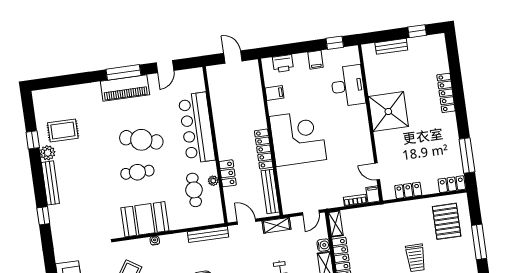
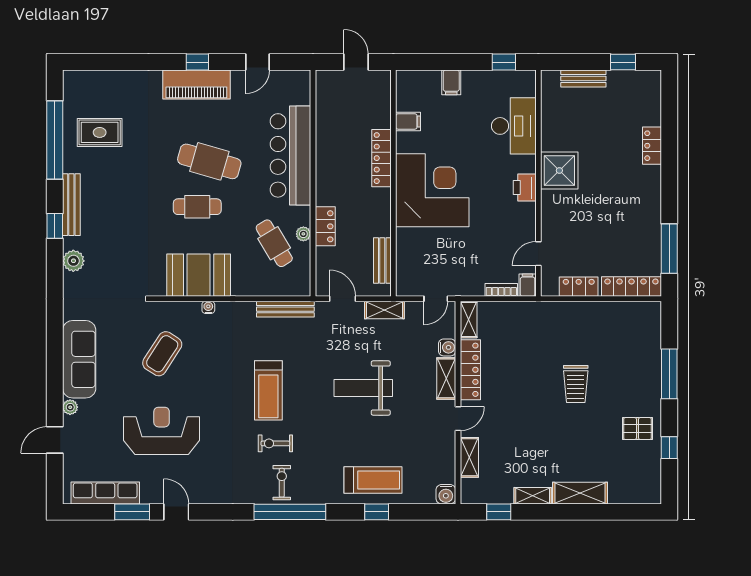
filing cabinet: (315, 60) -> (451, 82), moved
printer: (283, 64) -> (525, 188), moved, turned 90
window: (123, 72) -> (197, 62), width x0.46
locker: (446, 93) -> (652, 146), width x0.66
shower: (388, 111) -> (559, 170), width x0.73, depth x0.73
window: (33, 140) -> (55, 140), width x3.17
locker: (264, 149) -> (381, 158), moved
plant: (48, 153) -> (73, 261), moved
door: (377, 171) -> (538, 254), hinge flipped
locker: (452, 184) -> (631, 286), width x1.53
cafe table: (194, 190) -> (274, 243), turned -31
bench: (270, 191) -> (382, 261), width x0.73
window: (43, 216) -> (55, 226), moved
pallet: (447, 221) -> (627, 338), removed

